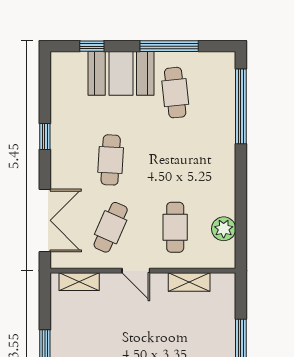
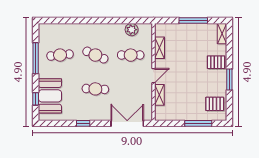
booth: (121, 73) -> (50, 96), moved
window: (241, 106) -> (67, 21), removed
cafe table: (111, 227) -> (95, 55), moved
shelving: (79, 282) -> (159, 95), moved

